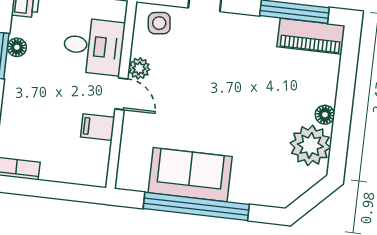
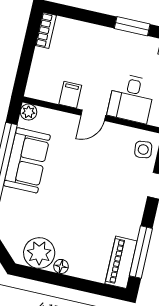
floor lamp: (17, 47) -> (137, 41), removed
plant: (139, 68) -> (29, 112), moved

